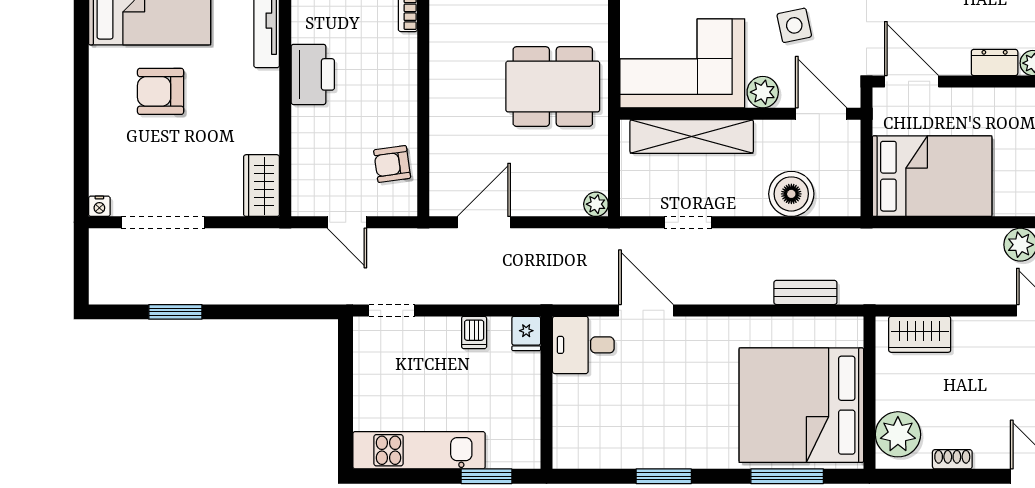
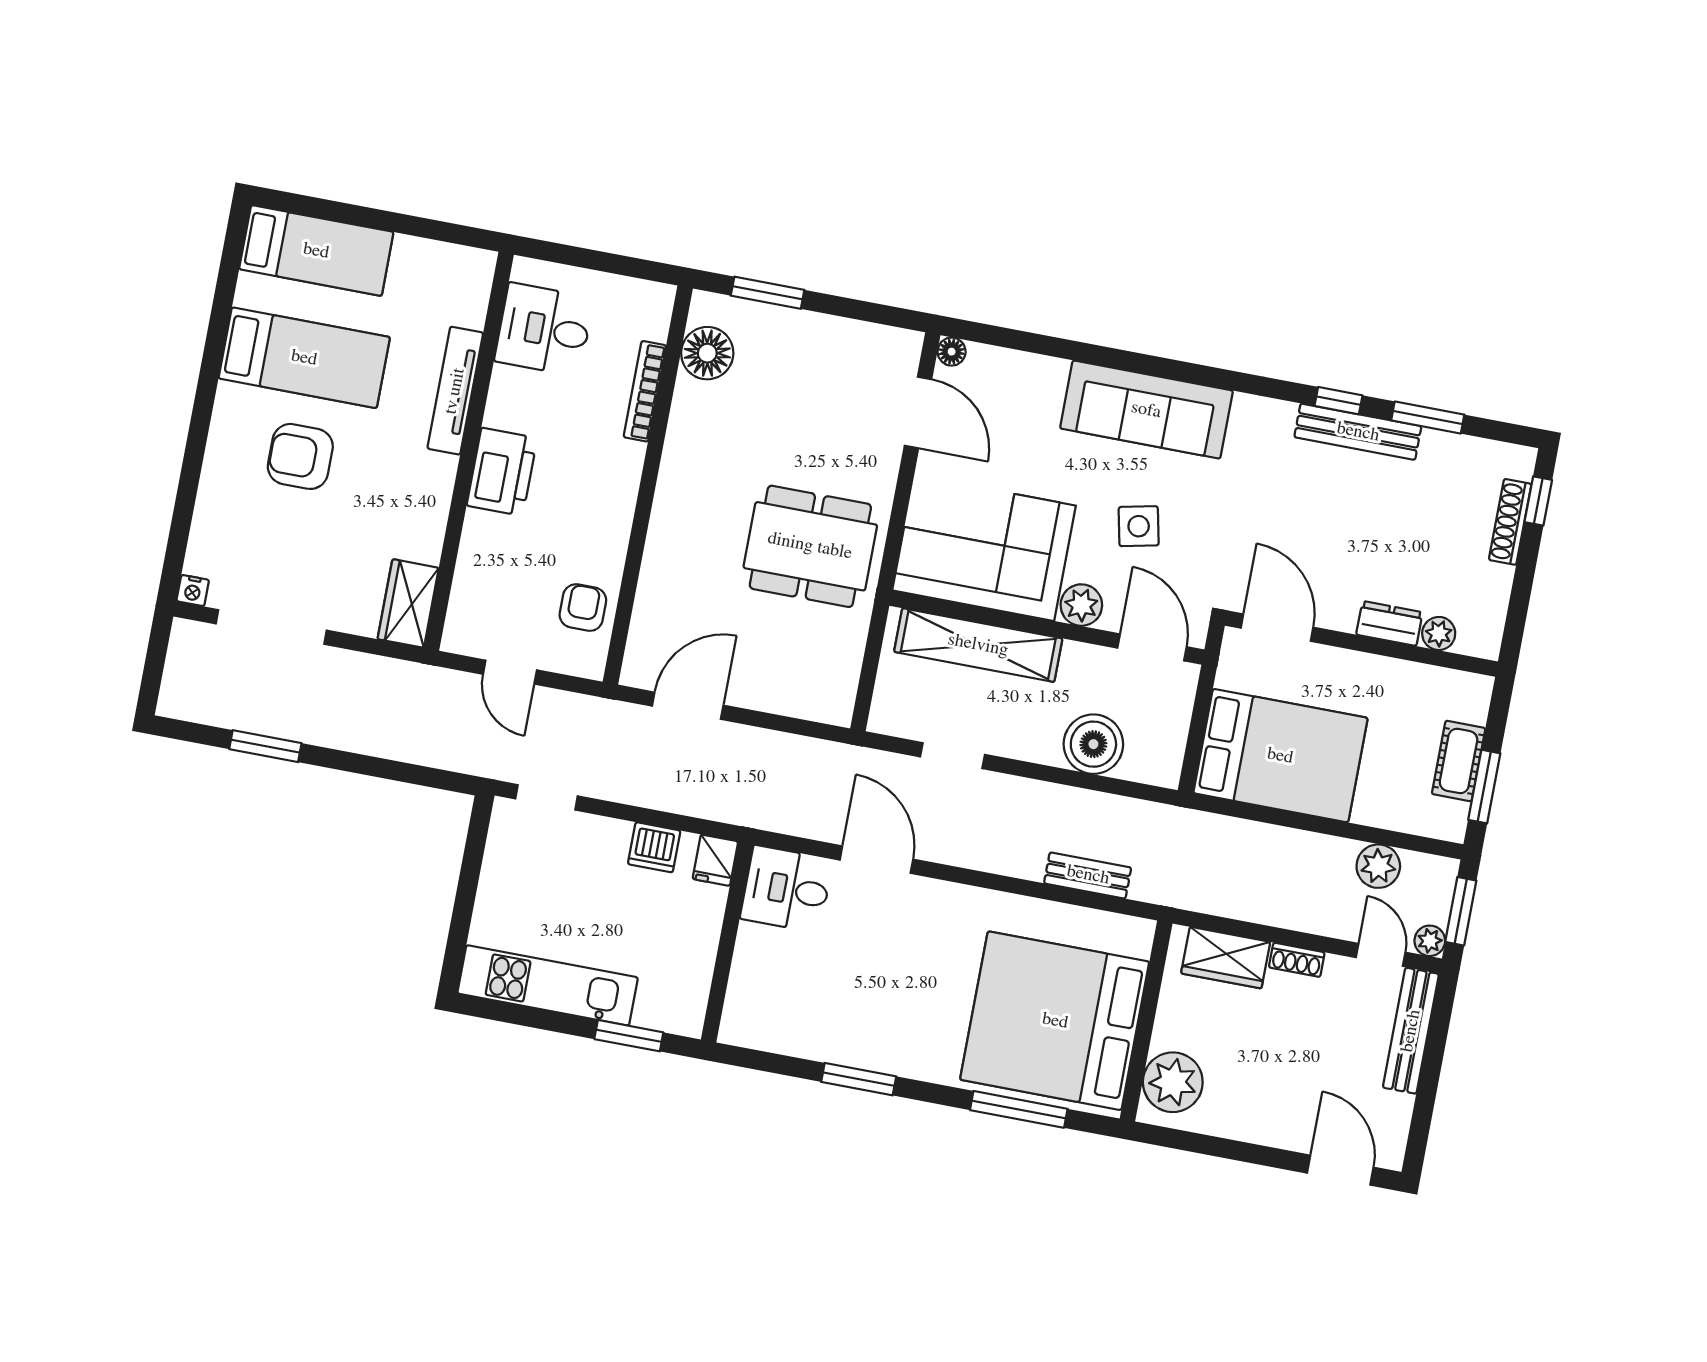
armchair: (392, 164) -> (583, 608), turned 98
plant: (596, 204) -> (837, 710), removed
dishwasher: (474, 332) -> (654, 847), width x1.38
shoe rack: (952, 459) -> (1297, 960), moved, turned 180

